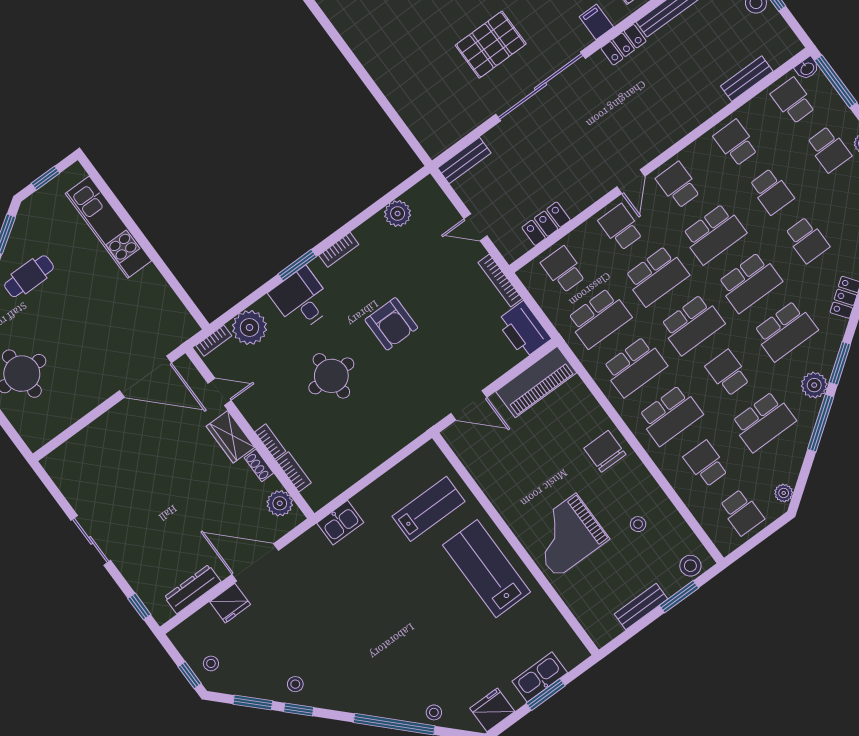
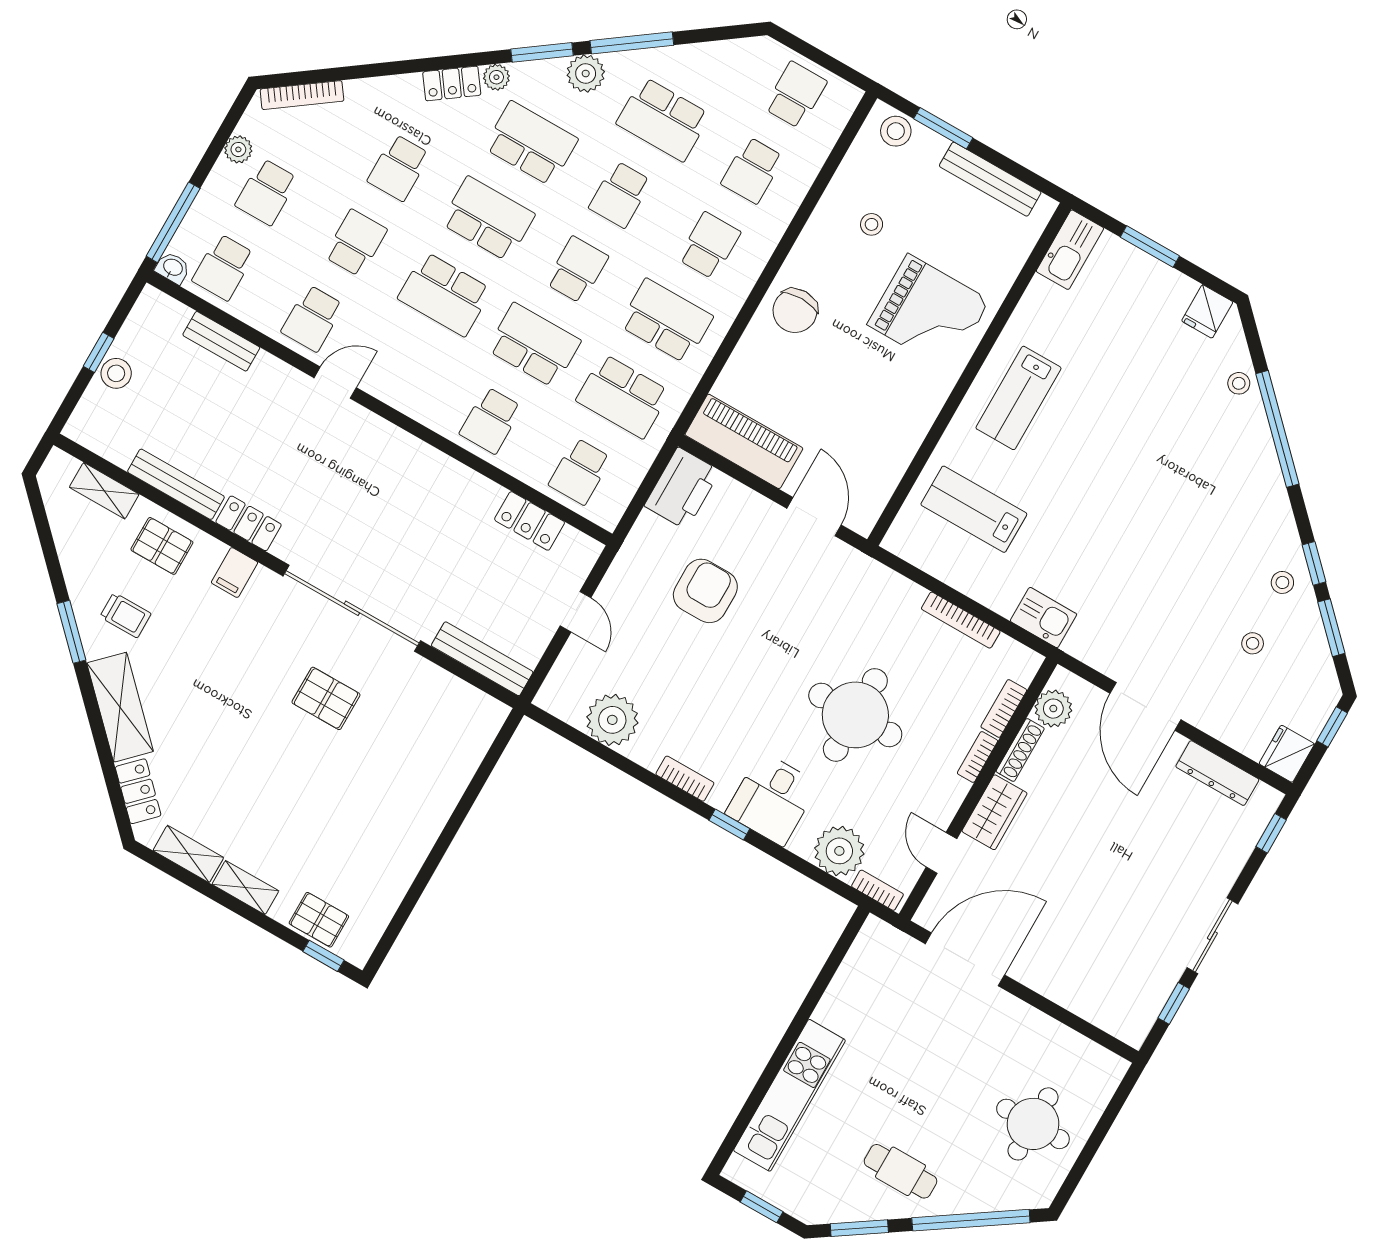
pallet: (491, 45) -> (326, 698), width x0.67, depth x0.71
school desk: (829, 149) -> (266, 192), turned 180
bench: (464, 160) -> (482, 659), width x1.36
door: (631, 182) -> (335, 383), moved
school desk: (678, 185) -> (402, 369), removed
plant: (398, 214) -> (612, 720), width x1.36, depth x1.36
school desk: (714, 234) -> (445, 294), turned 180
school desk: (807, 240) -> (399, 168), turned 180
window: (297, 265) -> (729, 825), width x0.67
bookcase: (500, 281) -> (961, 620), moved, turned 90
school desk: (599, 318) -> (623, 396), turned 180
armchair: (391, 324) -> (705, 591), moved
school desk: (692, 324) -> (577, 270), width x0.54
round table: (331, 376) -> (855, 715), width x1.36, depth x1.36
door: (145, 377) -> (965, 959), hinge flipped
school desk: (670, 415) -> (709, 246), width x0.54
school desk: (763, 421) -> (663, 119), turned 180
shoe rack: (259, 465) -> (1020, 750), width x1.43
plant: (784, 493) -> (496, 77), moved
window: (59, 497) -> (1174, 1003), added
lab bench: (487, 569) -> (1018, 398), width x0.73, depth x0.72
fridge: (230, 603) -> (1287, 754), moved, turned -90
bench: (641, 607) -> (990, 179), width x1.36
stool: (211, 663) -> (1253, 643), moved
kitchen sink: (540, 677) -> (1070, 250), moved, turned -90
fridge: (492, 710) -> (1207, 311), width x0.72

